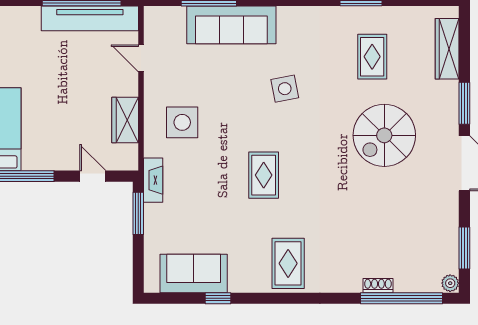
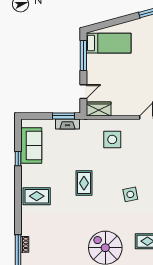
wardrobe: (125, 120) -> (99, 109), moved
rug: (264, 175) -> (84, 183), turned 90
fireplace: (153, 180) -> (67, 124), moved

